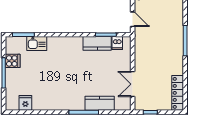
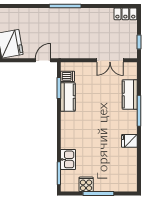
locker: (178, 93) -> (125, 14), width x0.66
fridge: (25, 103) -> (129, 141), moved

